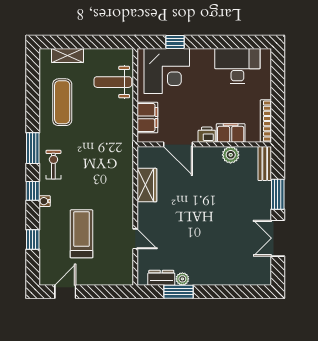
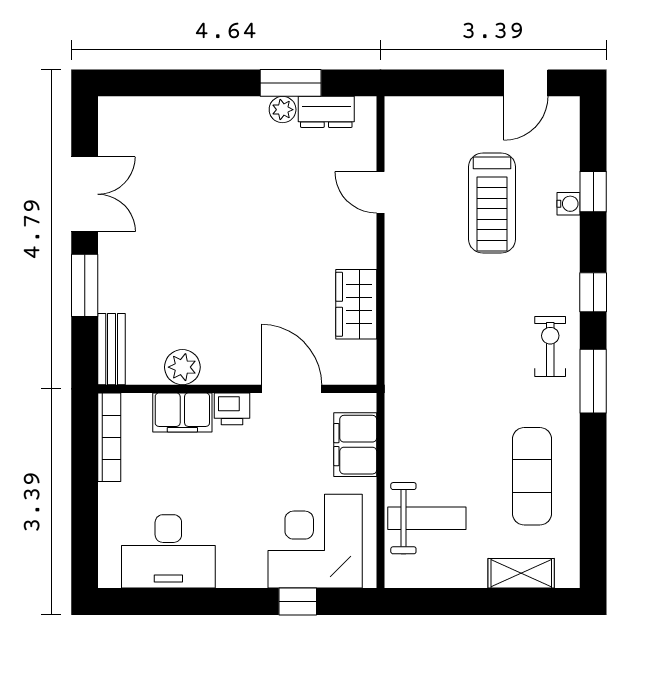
exercise bike: (53, 165) -> (550, 347), turned 180
water cooler: (45, 201) -> (568, 204), moved

